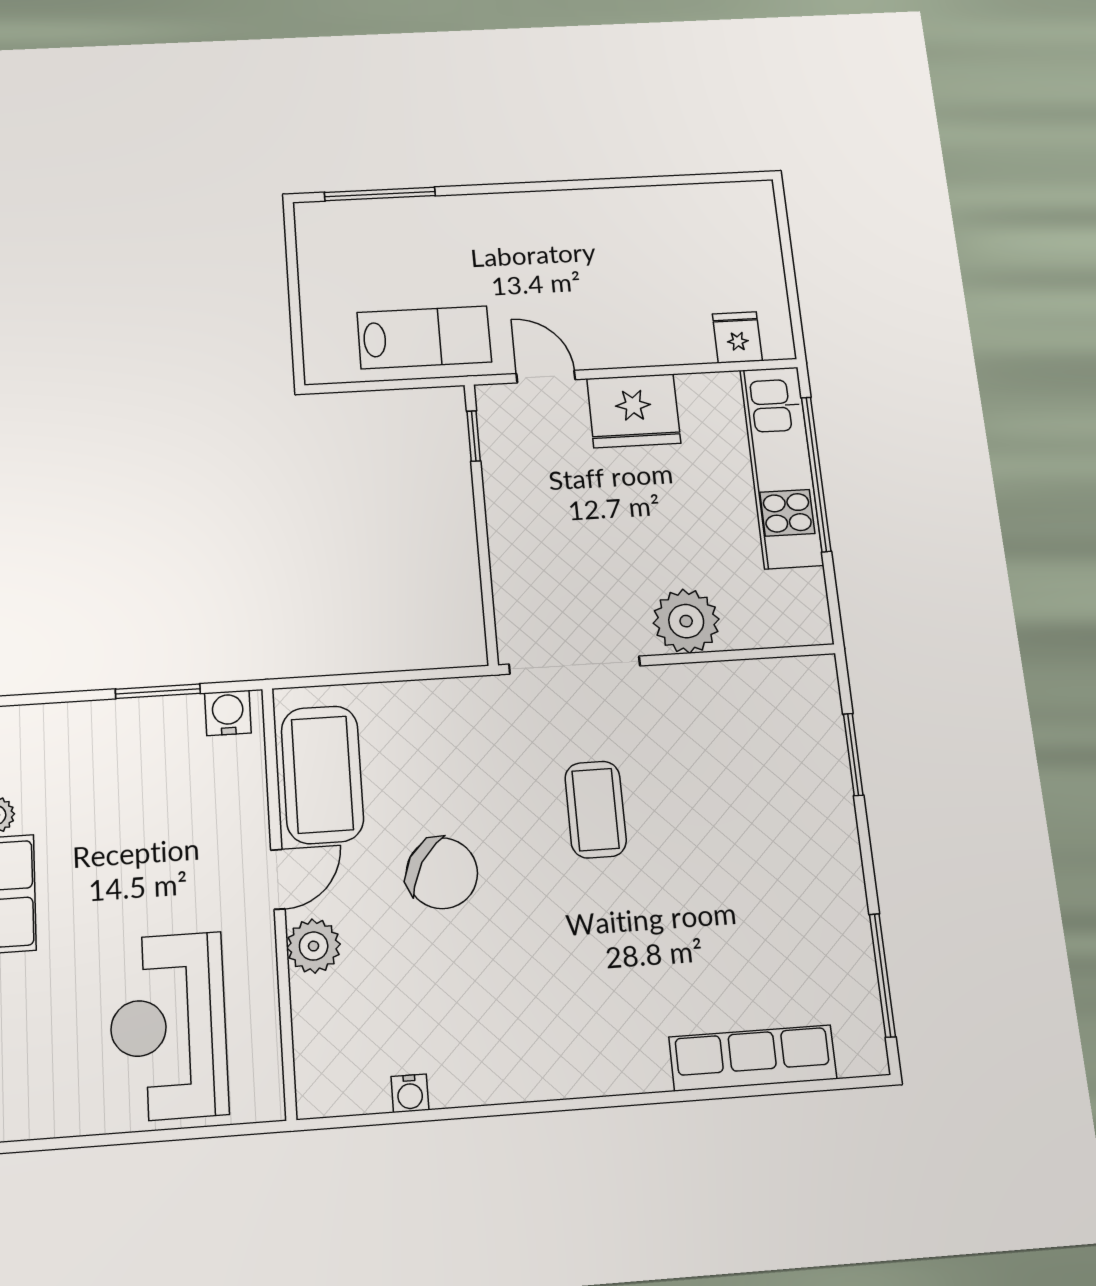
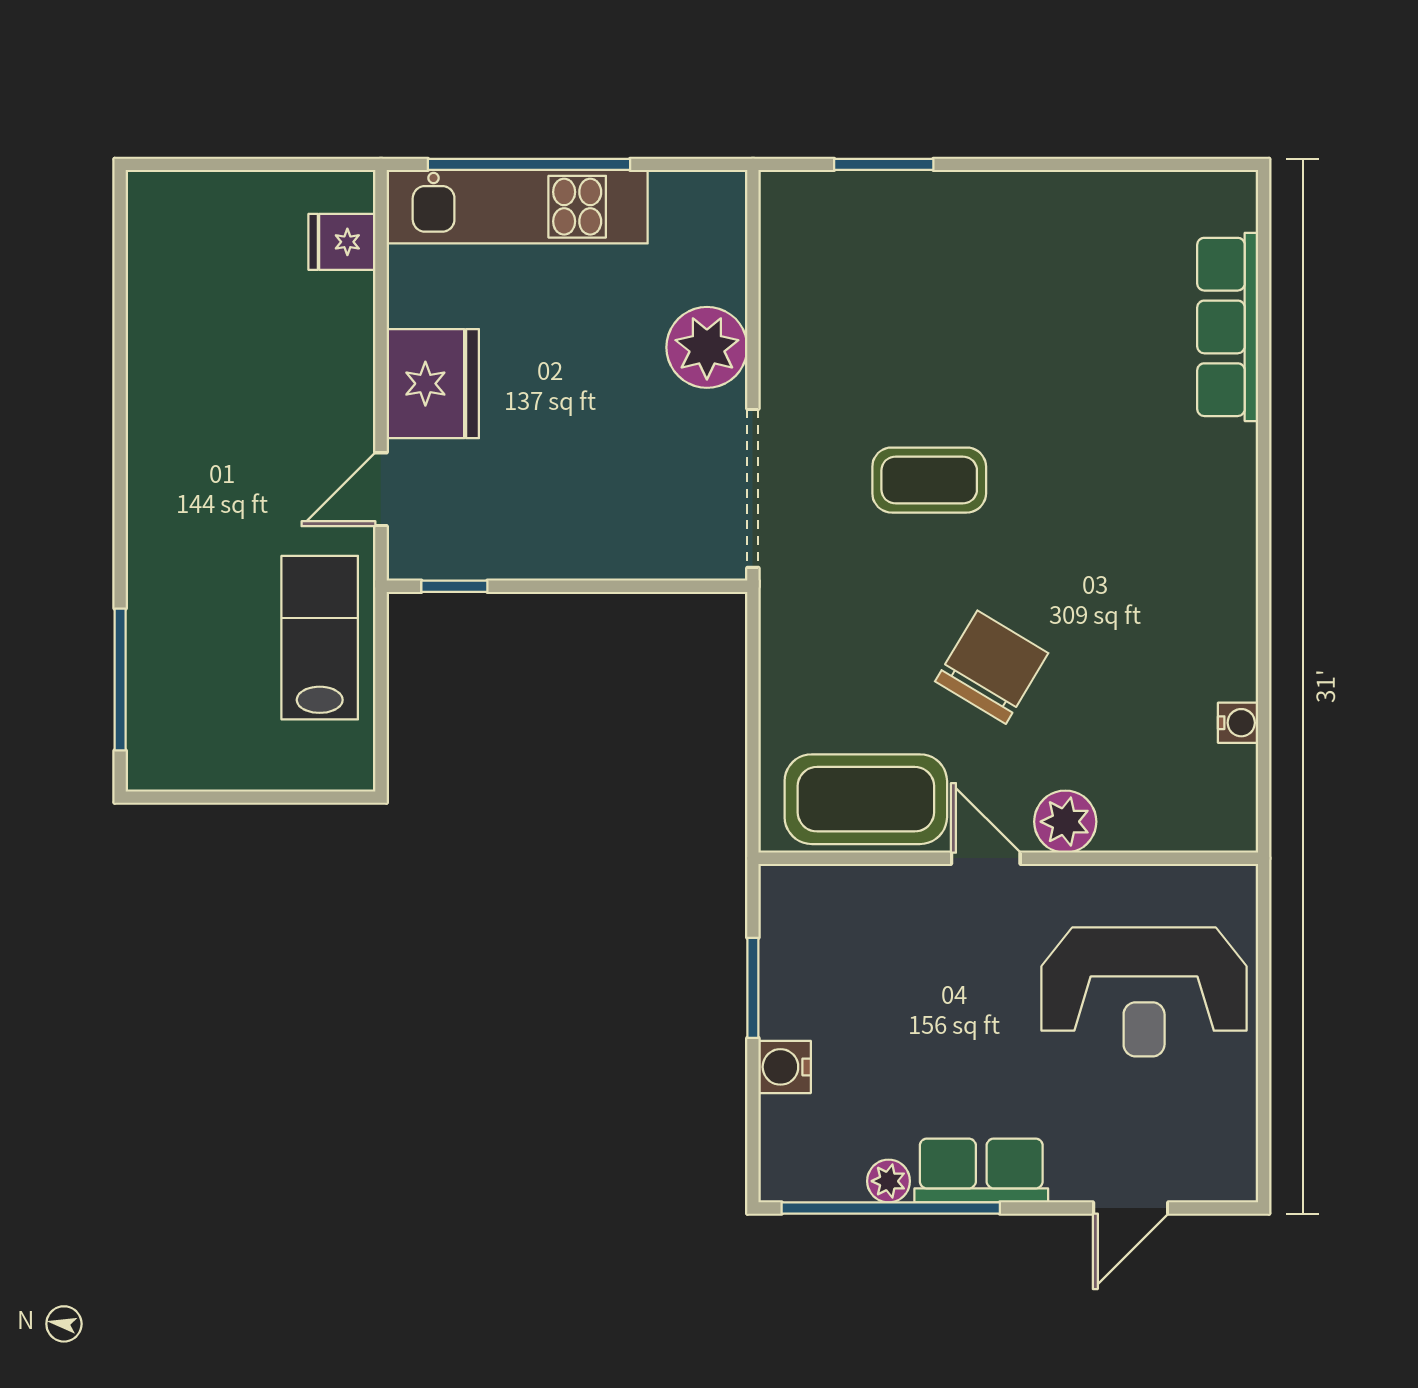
water cooler: (228, 713) -> (785, 1067), moved
window: (882, 975) -> (1145, 164), removed

